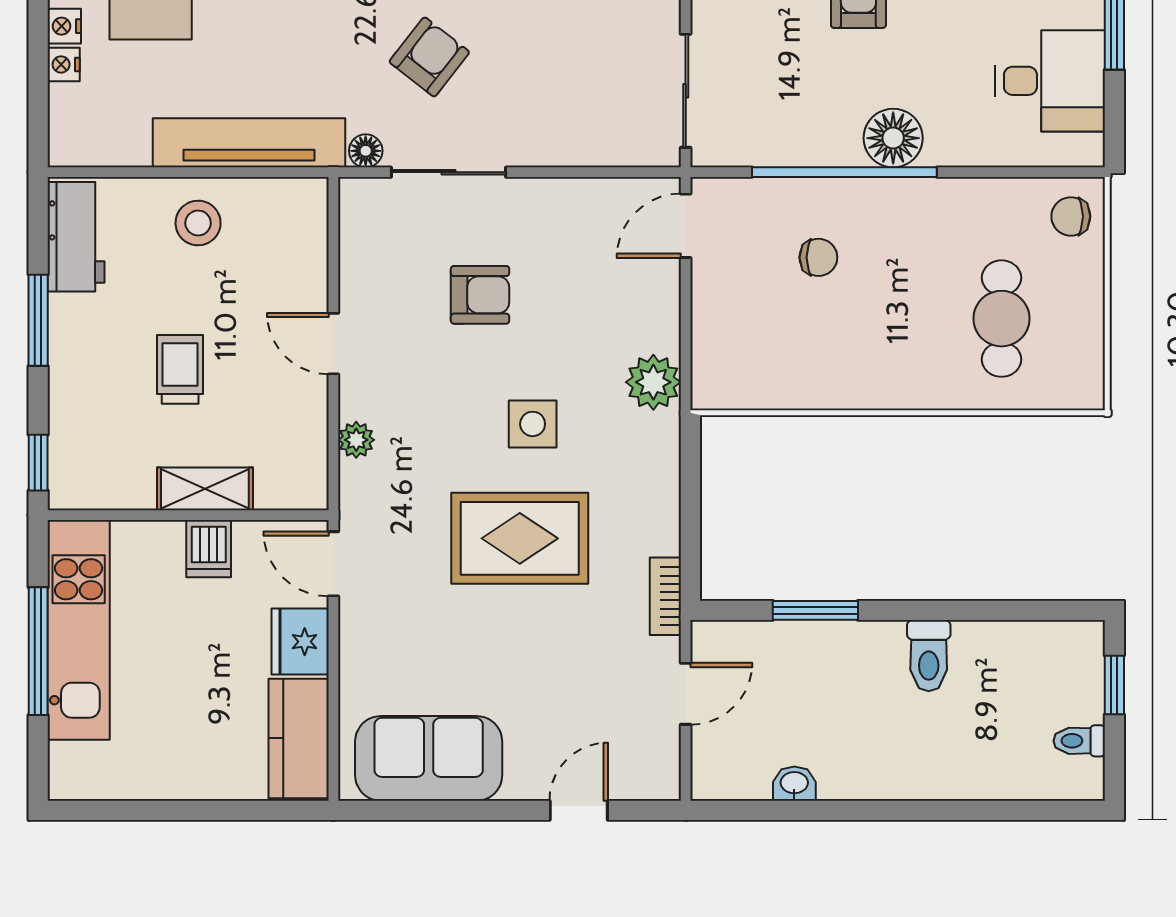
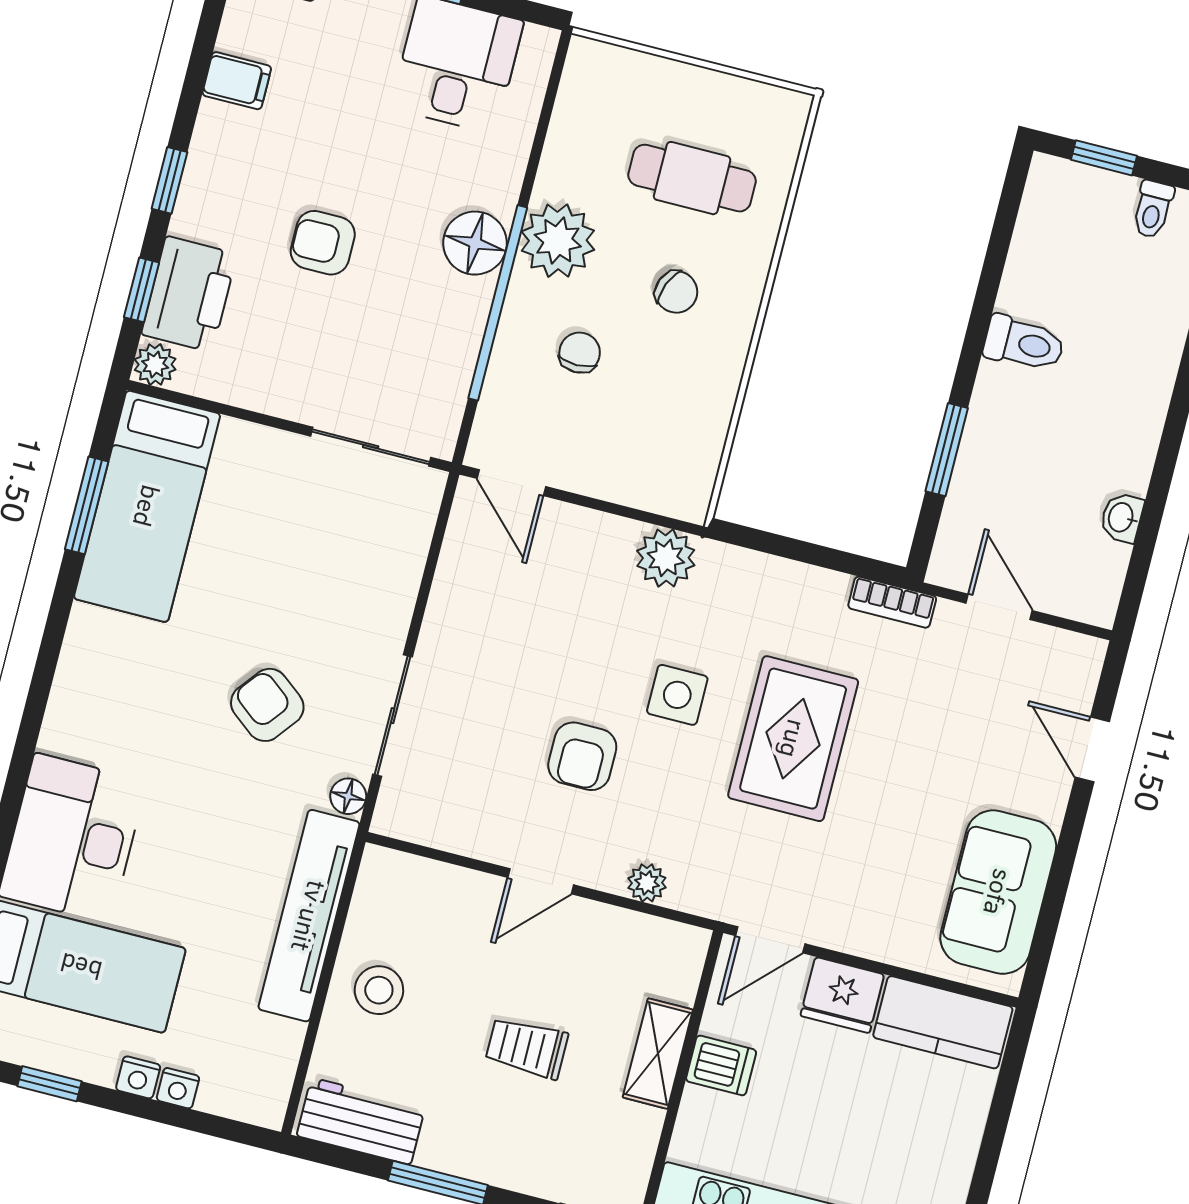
plant: (914, 212) -> (558, 241), added
chair: (1071, 216) -> (676, 292), moved, turned -68
armchair: (480, 295) -> (582, 756), moved, turned 180

